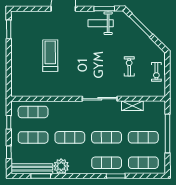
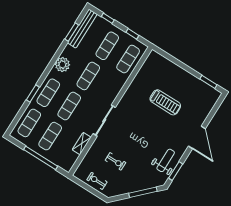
plant: (61, 166) -> (62, 65), moved

